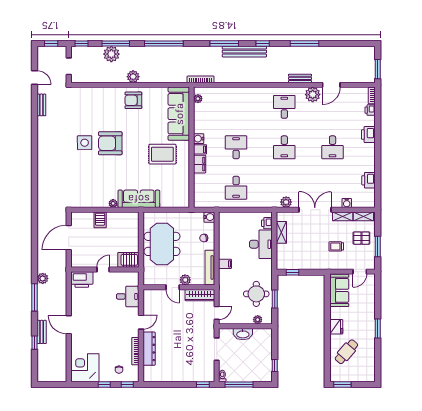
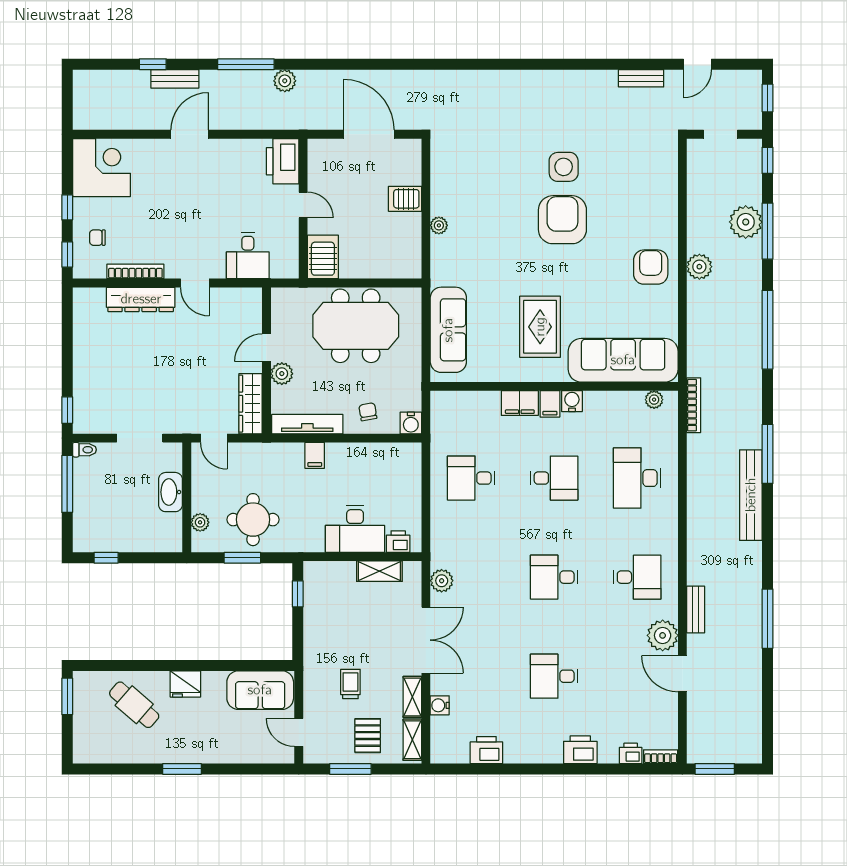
window: (263, 43) -> (767, 532), removed
desk: (236, 107) -> (637, 478), added
sofa: (139, 199) -> (448, 330), moved

